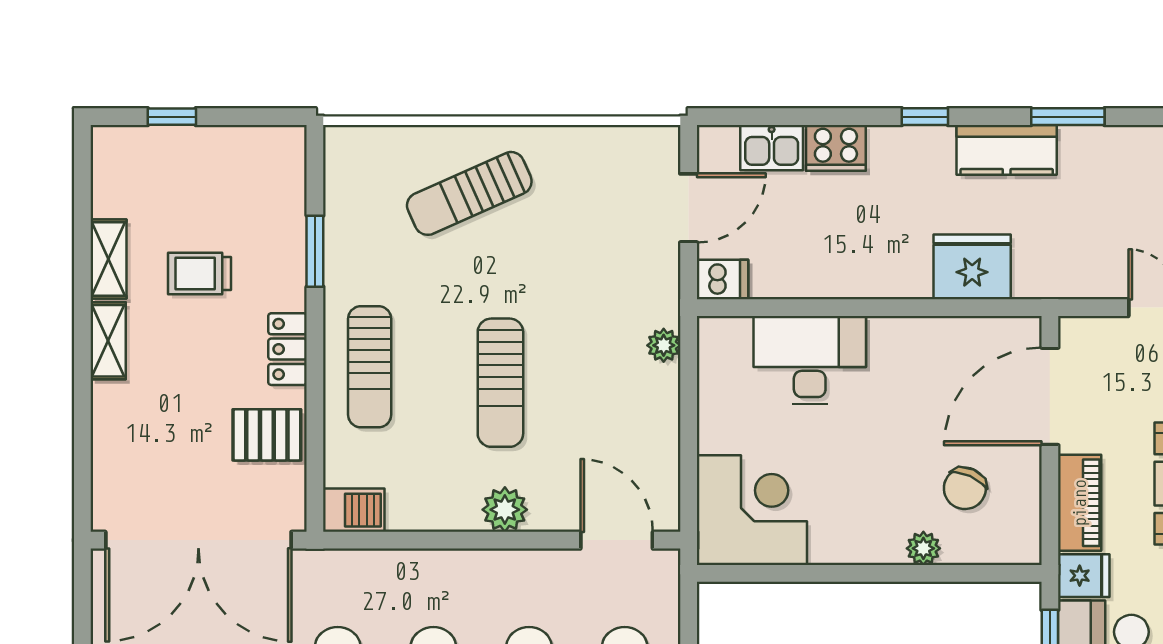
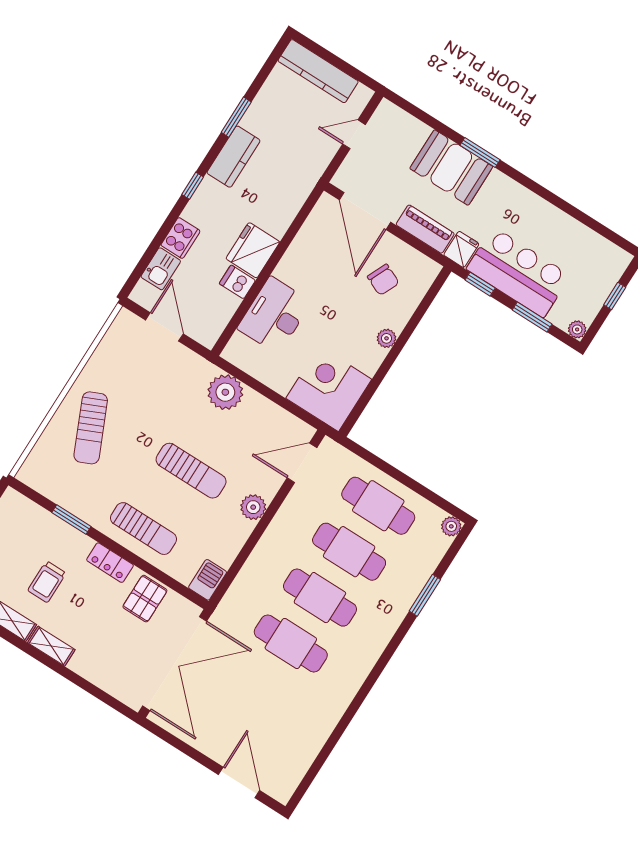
fridge: (972, 267) -> (253, 250), moved
dishwasher: (723, 279) -> (237, 282), moved, turned -90
plant: (664, 345) -> (225, 392), width x1.88, depth x1.88
plant: (923, 548) -> (387, 338), moved

